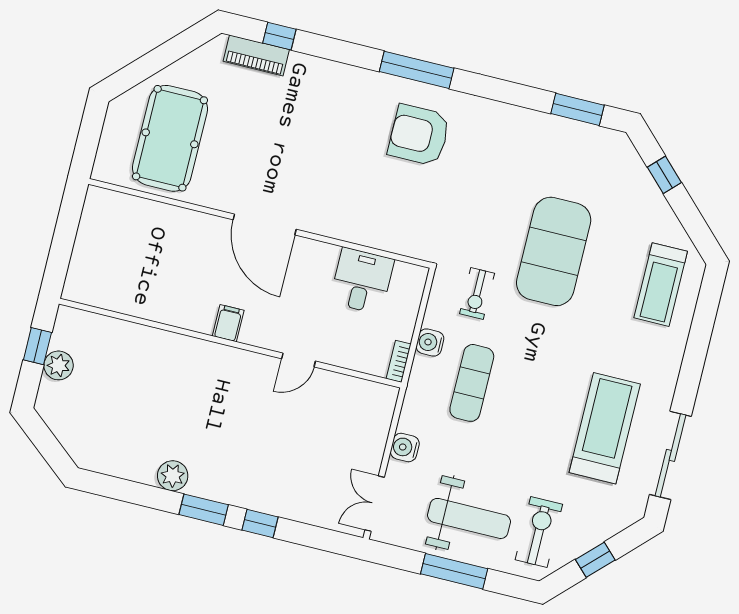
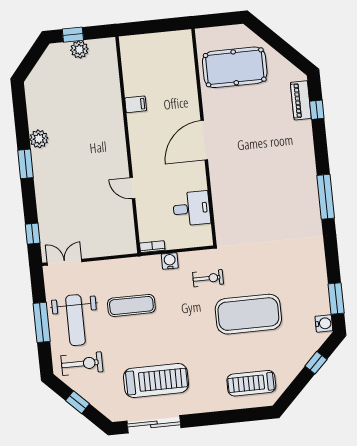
armchair: (419, 135) -> (288, 212), removed
exercise bike: (477, 294) -> (208, 278), turned 180
filing cabinet: (228, 323) -> (136, 104), moved
window: (37, 346) -> (73, 35), moved
exercise mat: (472, 383) -> (131, 305), moved
water cooler: (405, 447) -> (324, 323), moved, turned 90
window: (260, 524) -> (33, 234), moved

